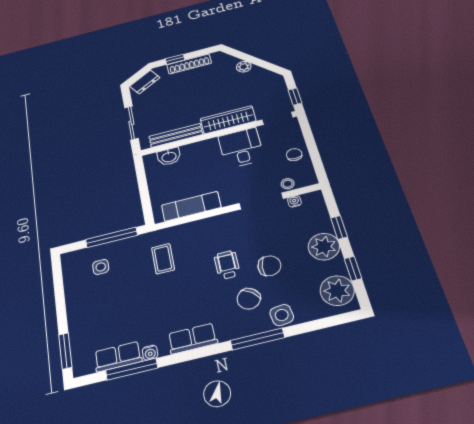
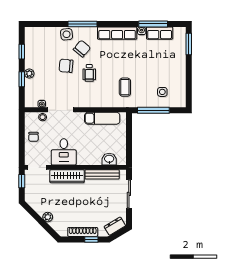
plant: (324, 247) -> (29, 74), width x0.53, depth x0.53
plant: (337, 291) -> (34, 41), removed
row of seats: (192, 339) -> (117, 33), width x1.48

